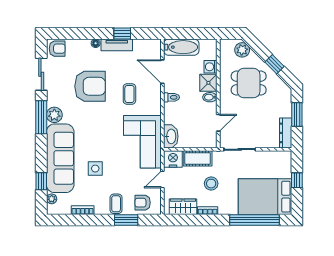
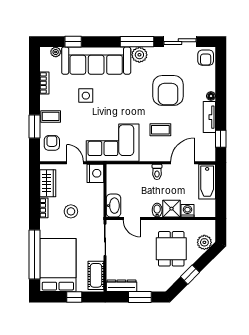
window: (122, 33) -> (221, 139), moved
washbasin: (171, 136) -> (113, 206), moved, turned -90
cot: (198, 158) -> (96, 275), moved

